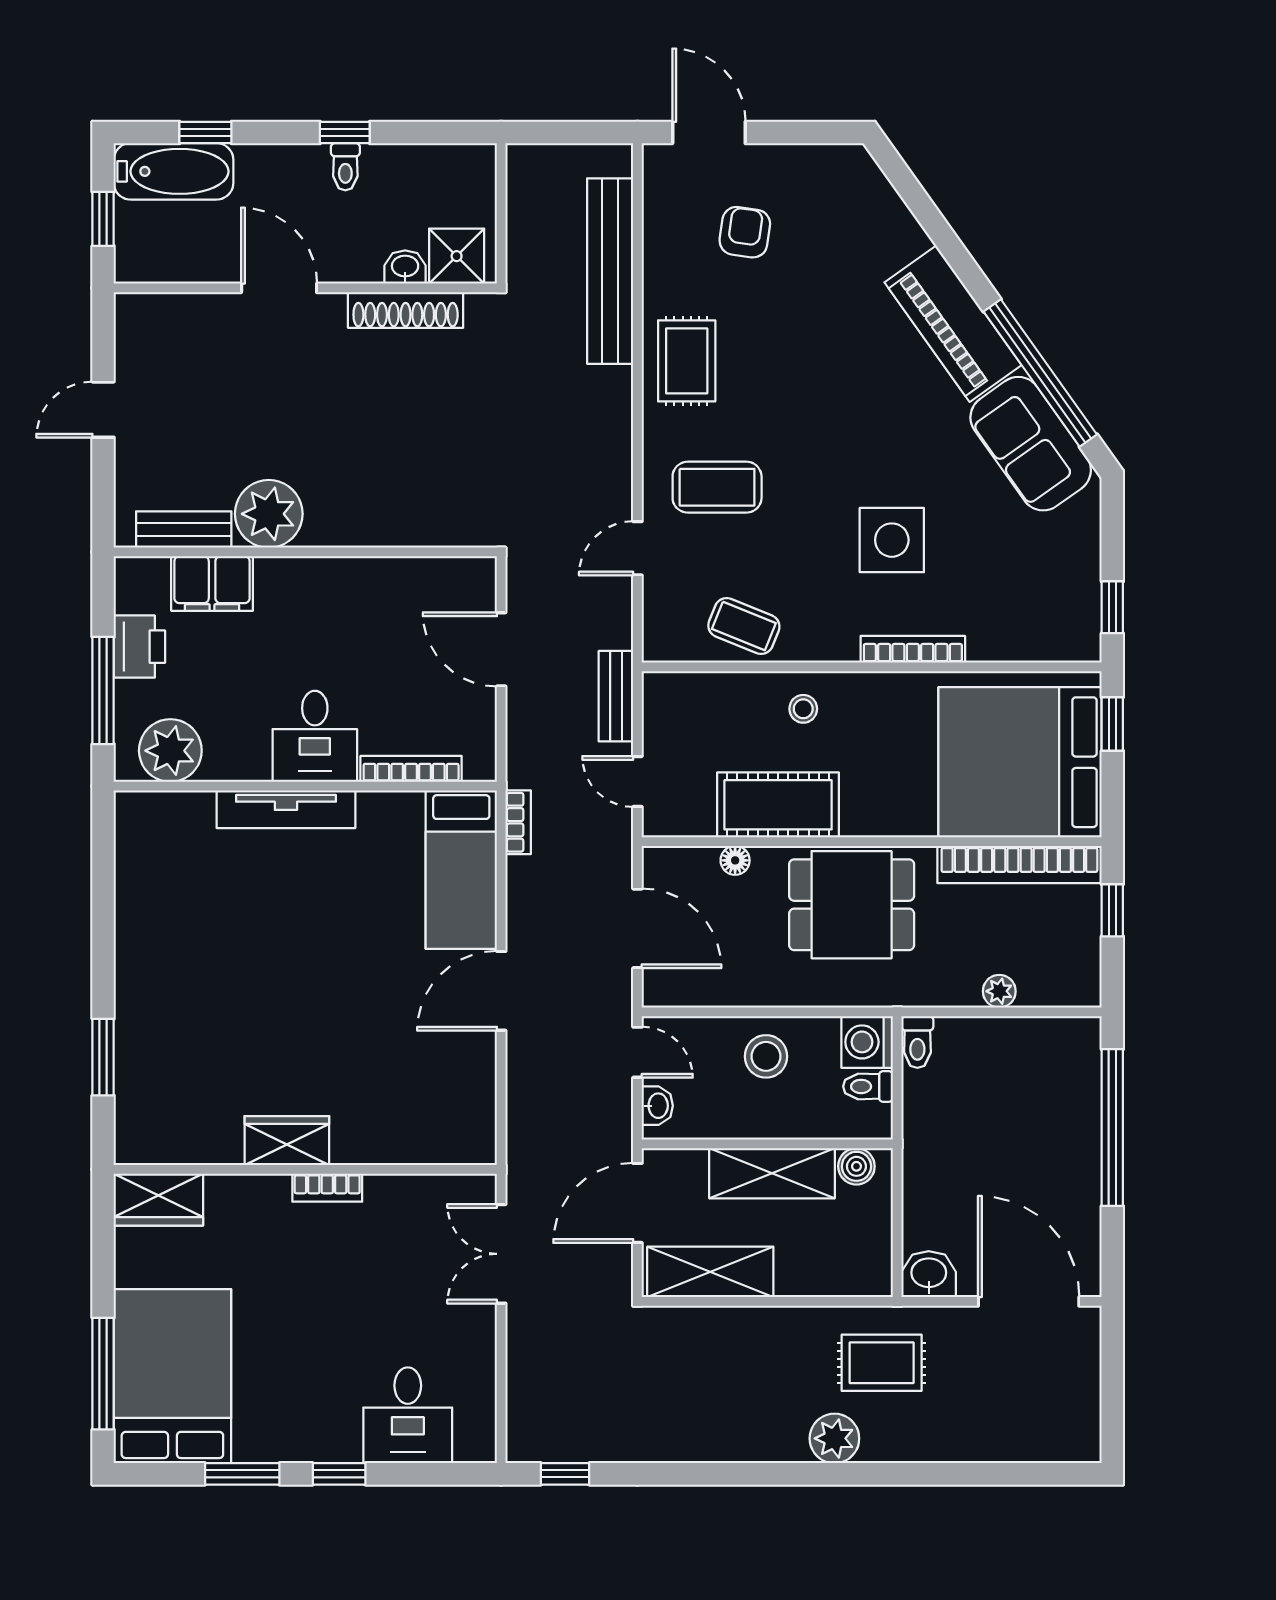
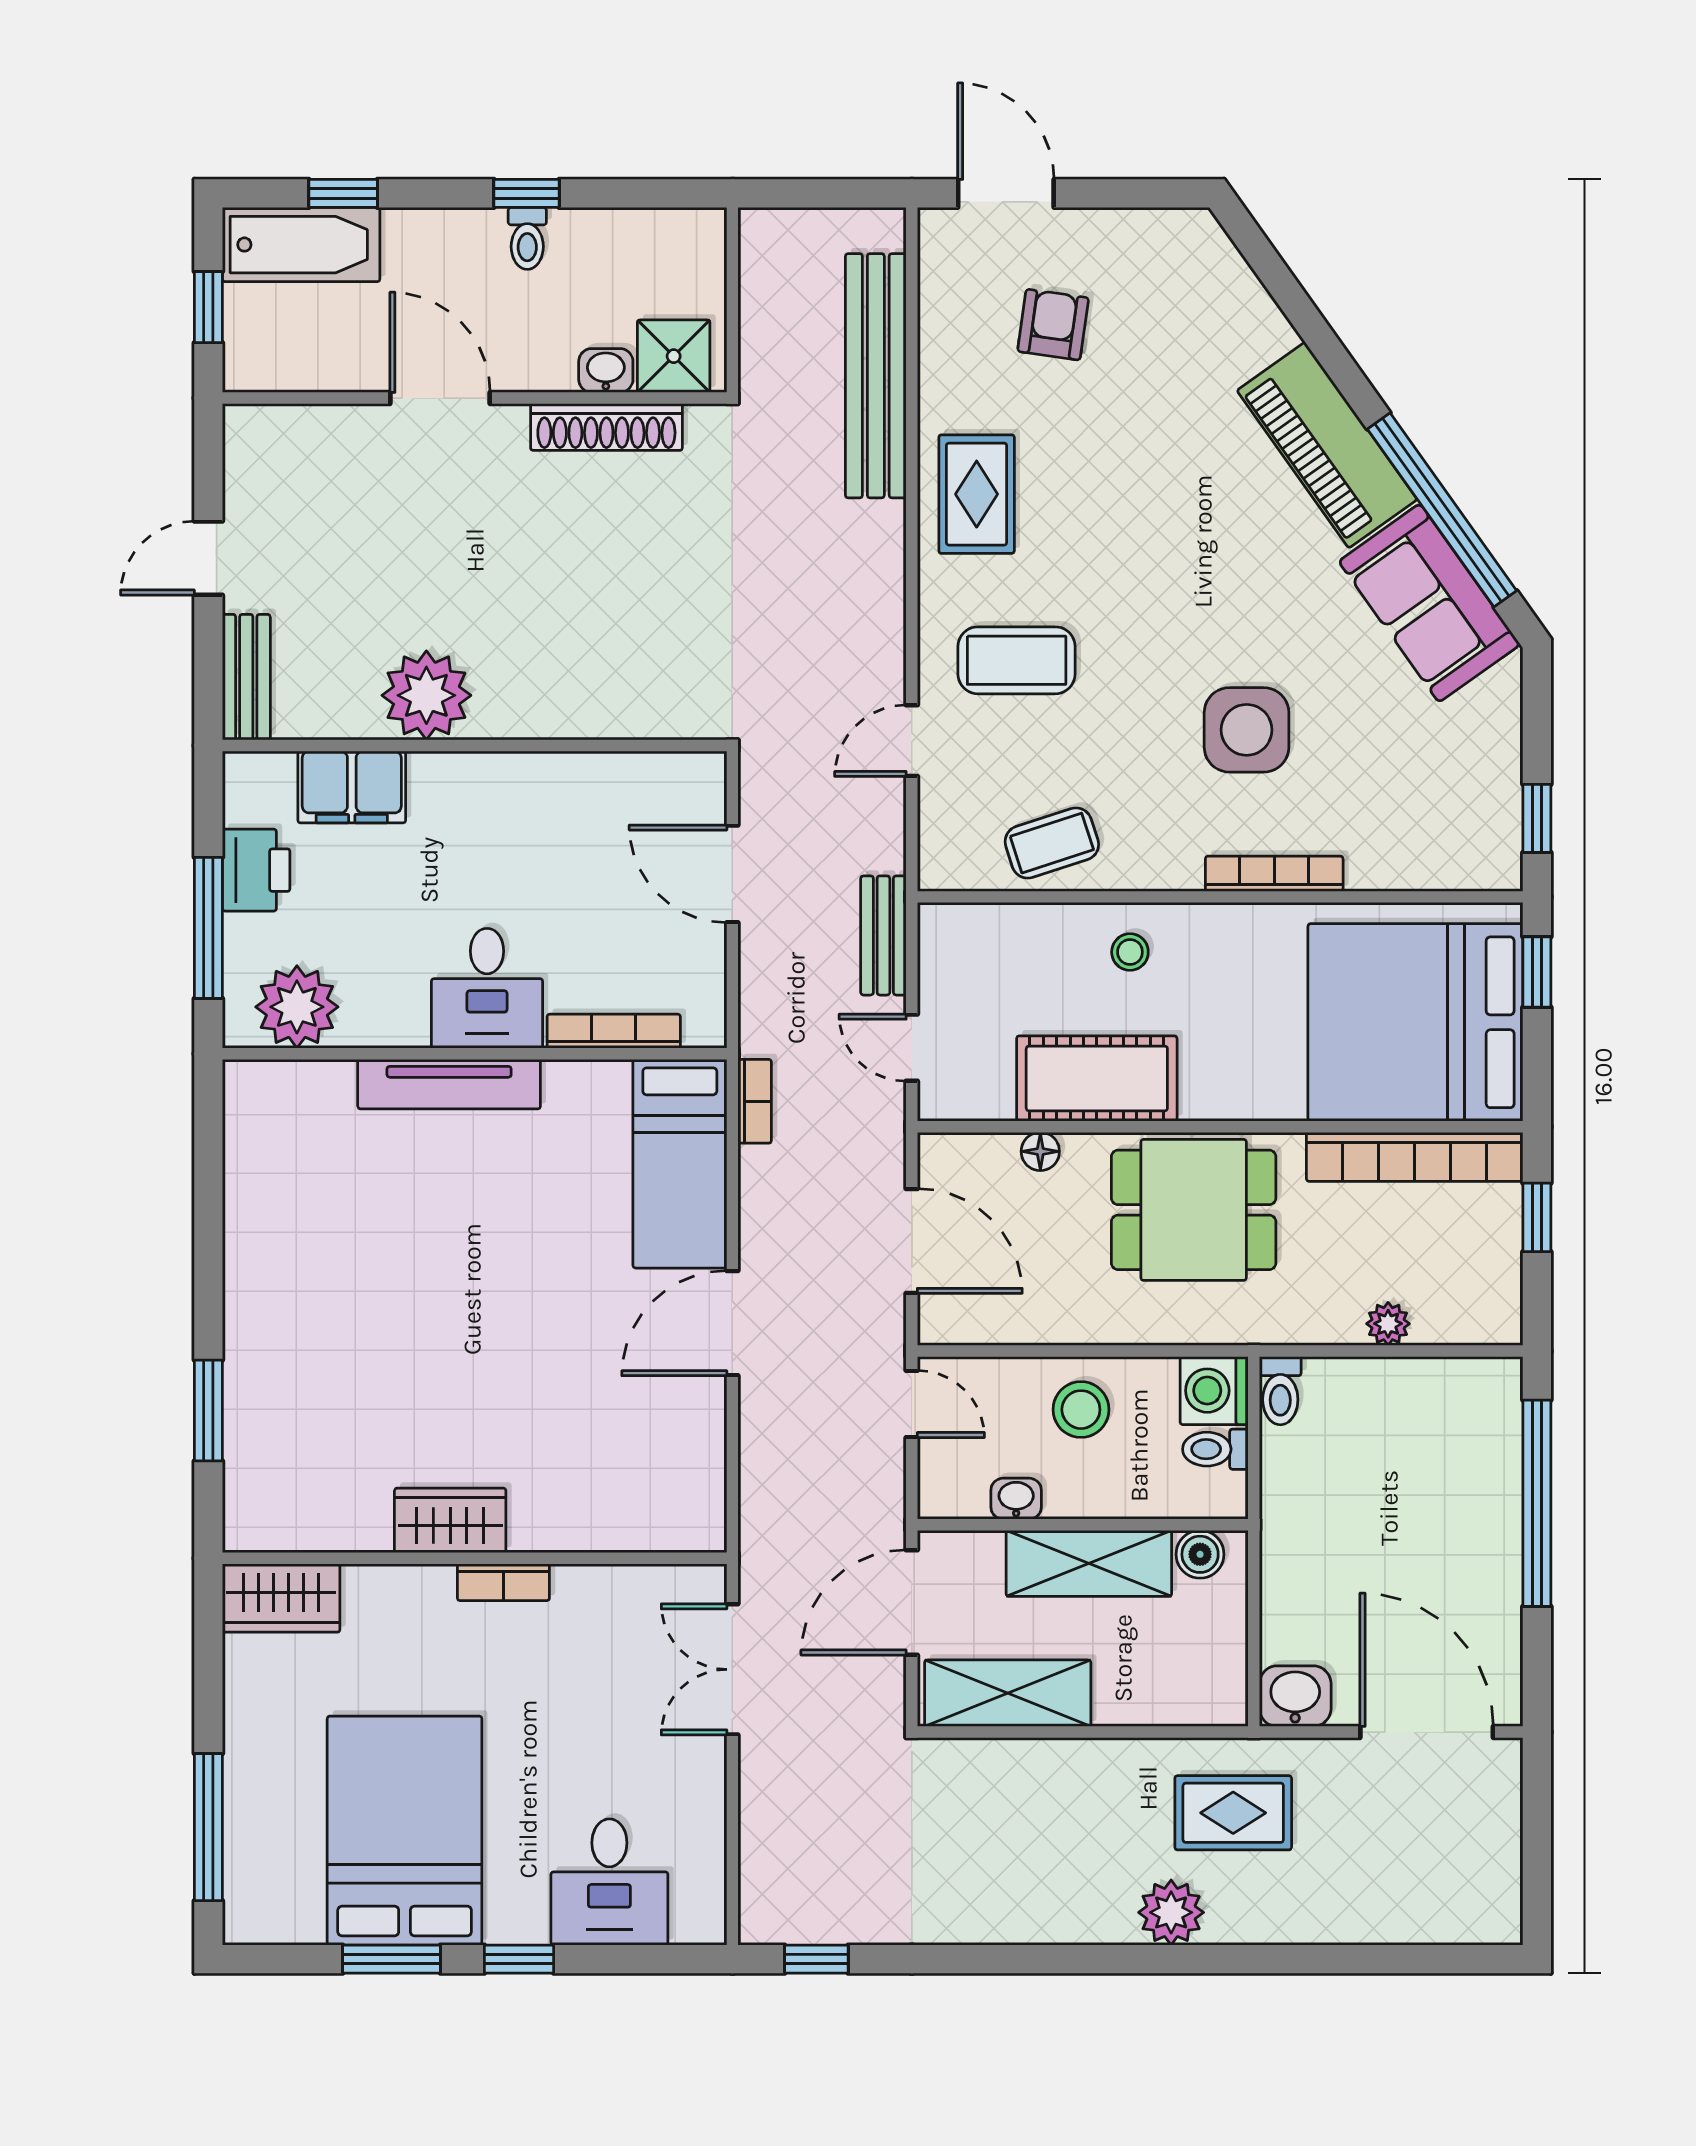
bench: (184, 529) -> (246, 677), moved, turned 90
coffee table: (744, 626) -> (1052, 843), turned -40
washbasin: (657, 1106) -> (1016, 1499), moved, turned -90
bed: (172, 1376) -> (405, 1831), moved

